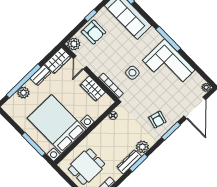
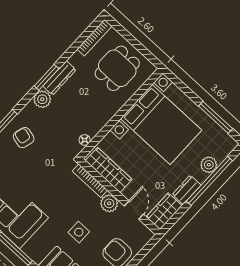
plant: (74, 44) -> (109, 203), moved
side table: (132, 73) -> (79, 232), moved
wardrobe: (93, 89) -> (109, 170), width x1.50
window: (34, 144) -> (216, 117), moved

